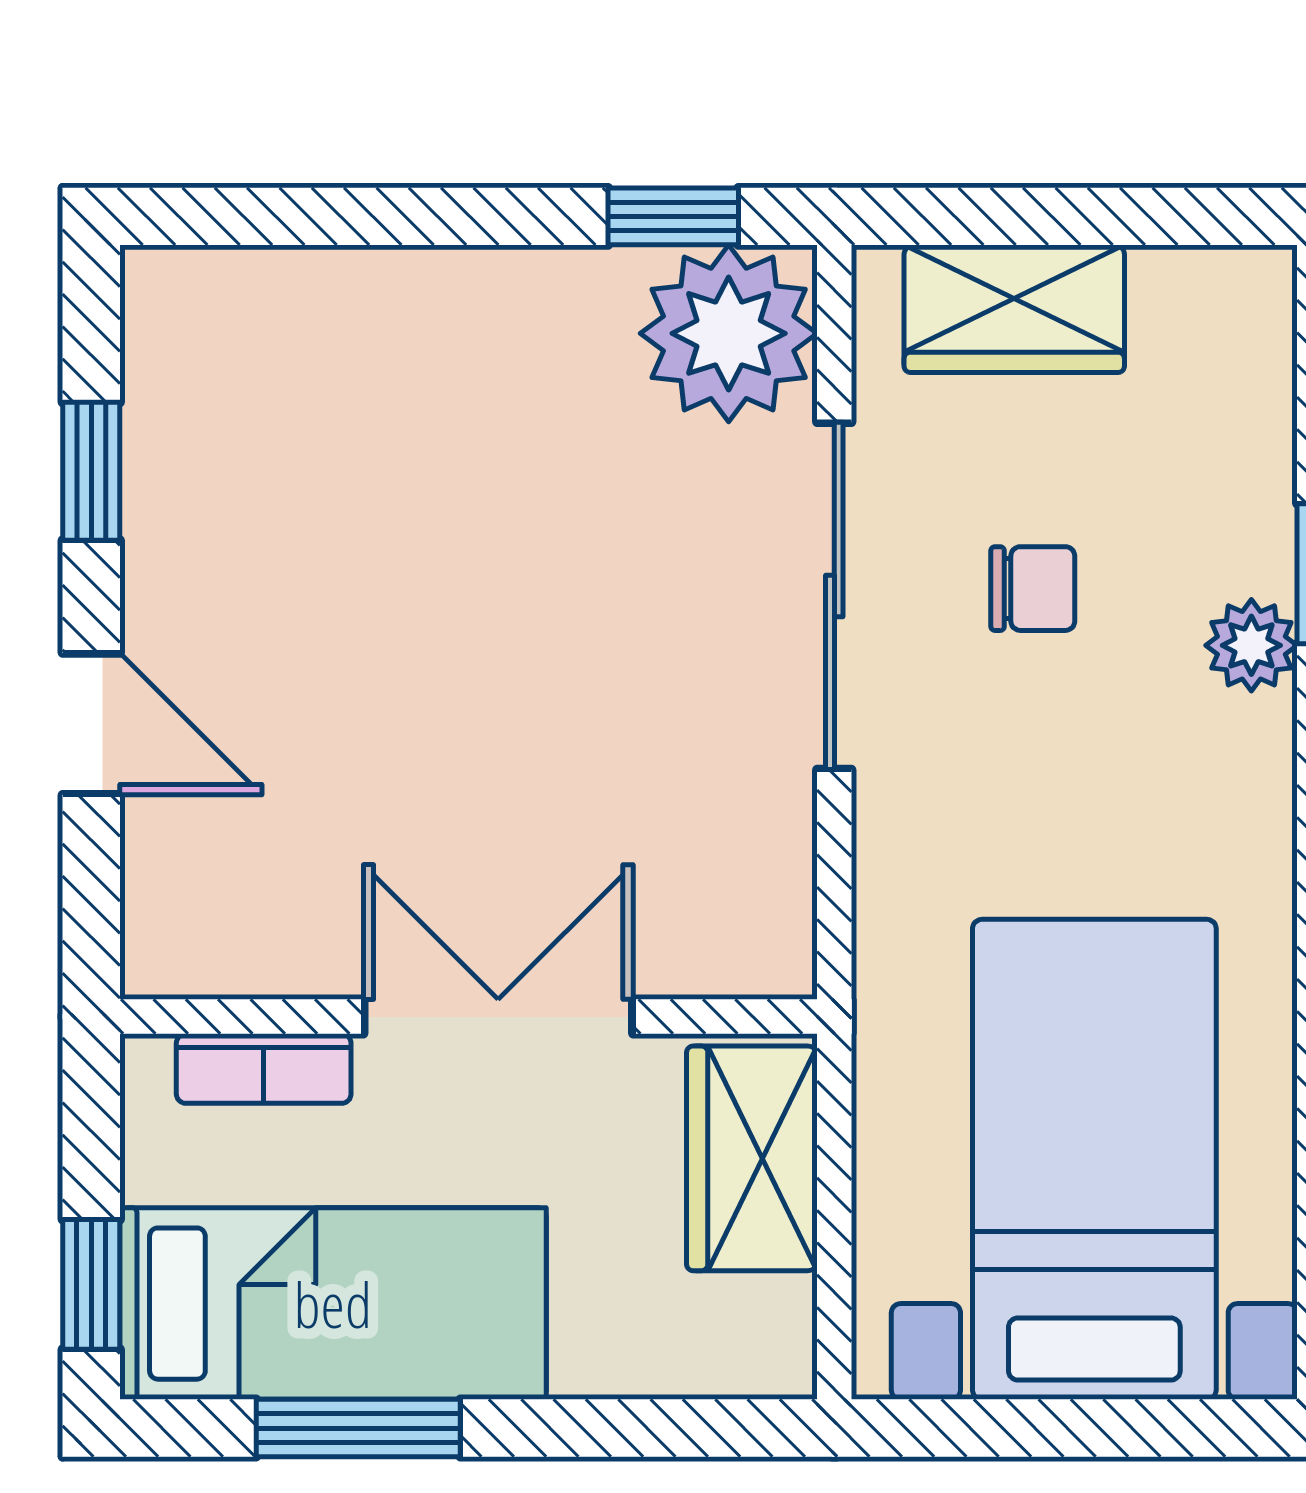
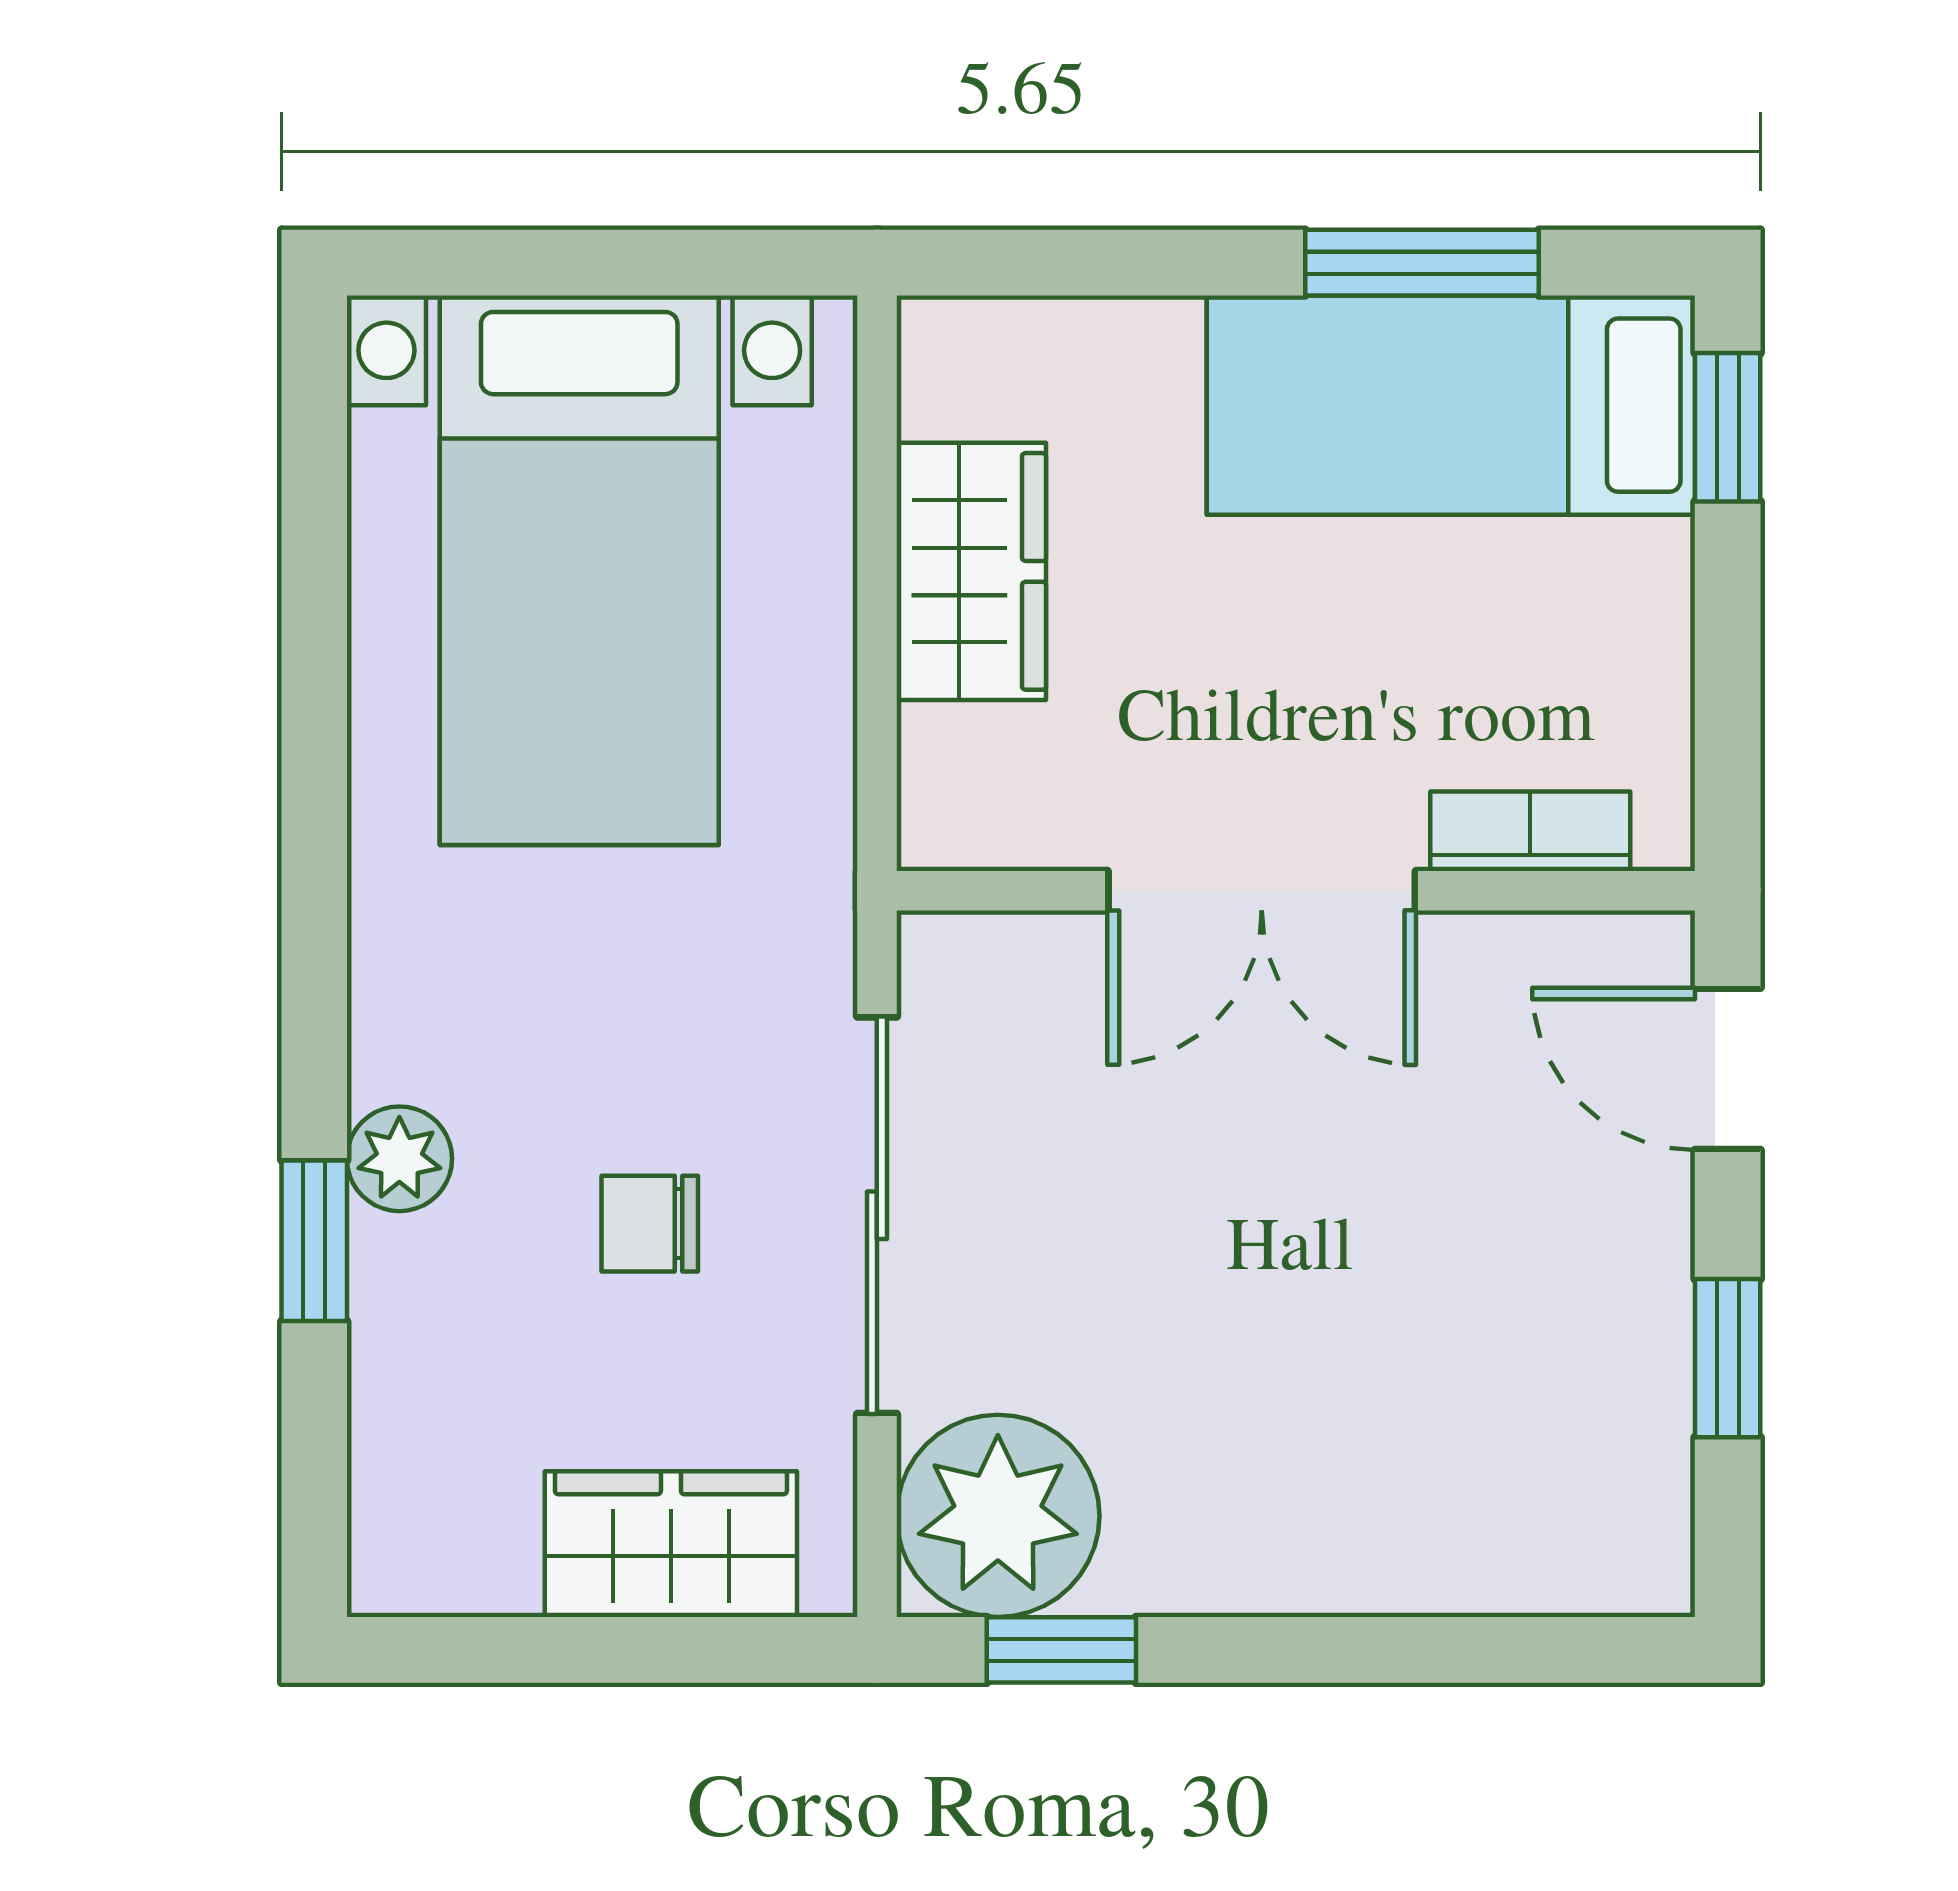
wall: (468, 1017) -> (1296, 891), moved
double door: (498, 1017) -> (1262, 891), moved
bookcase: (264, 1069) -> (1530, 831), moved

